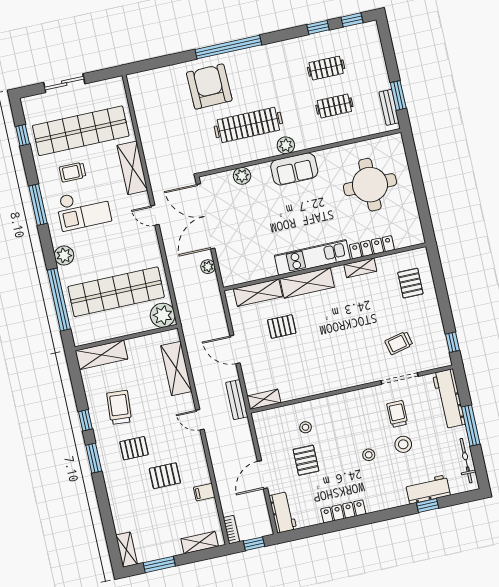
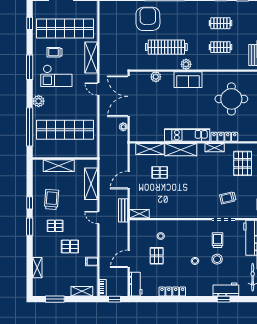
pallet: (410, 283) -> (243, 163), width x1.50, depth x1.42
plant: (163, 315) -> (90, 150), removed
door: (235, 349) -> (129, 180), hinge flipped
shelving: (101, 355) -> (59, 166), moved
shelving: (126, 550) -> (37, 268), moved

